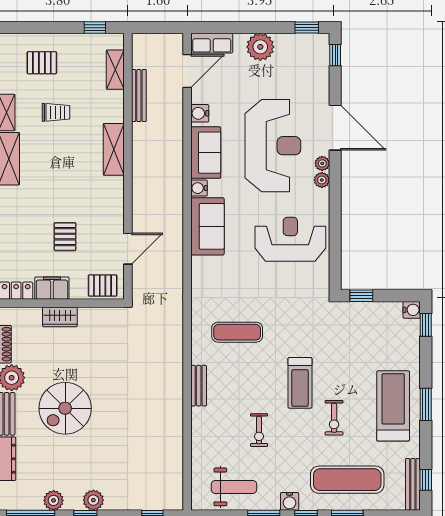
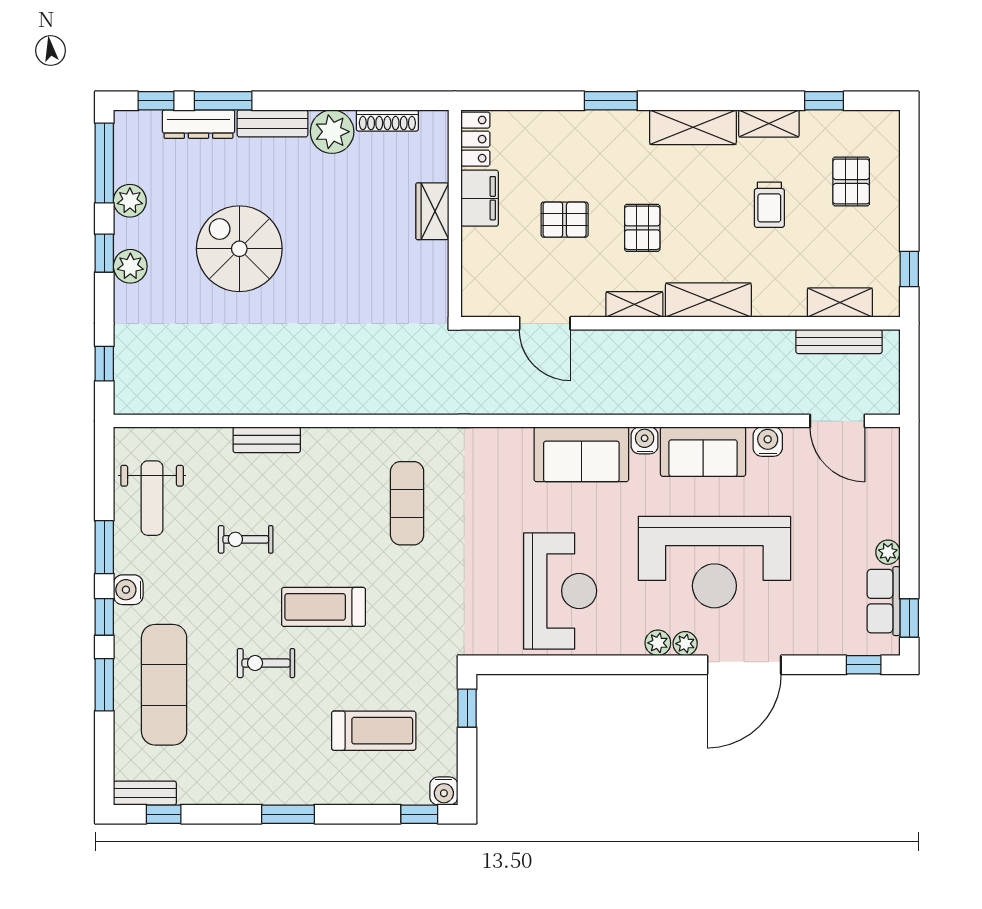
row of seats: (212, 43) -> (884, 601), moved
plant: (260, 47) -> (888, 552), width x0.53, depth x0.53
bench: (139, 96) -> (839, 341), moved
shelving: (116, 194) -> (634, 304), added
pallet: (103, 285) -> (642, 228), moved
bench: (199, 386) -> (267, 440), moved
treadmill: (393, 406) -> (374, 731), moved, width x0.73, depth x0.73
spiral stairs: (65, 408) -> (239, 249), moved
bench: (413, 484) -> (145, 793), width x0.73

